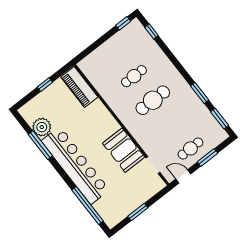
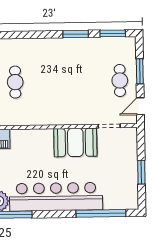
cafe table: (153, 100) -> (50, 82), removed

